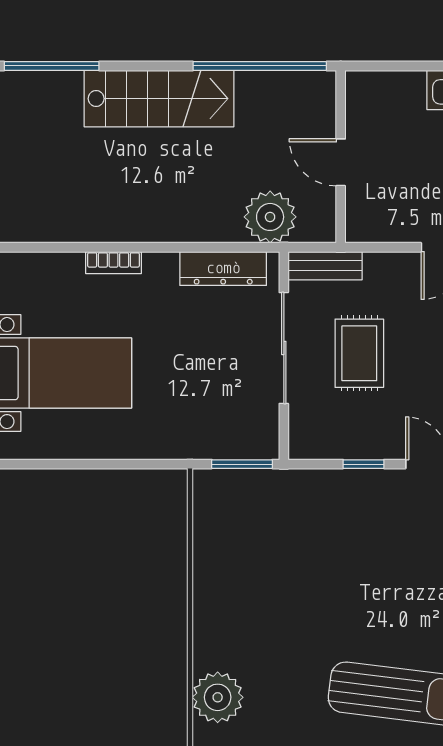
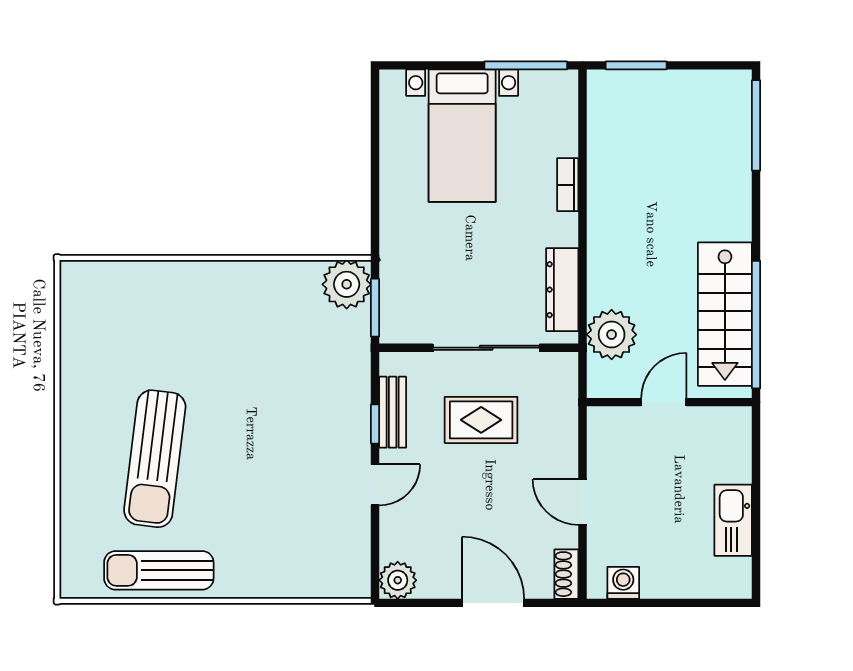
stairs: (159, 99) -> (725, 314), moved
bench: (325, 266) -> (393, 412), moved
plant: (218, 697) -> (347, 284), moved

